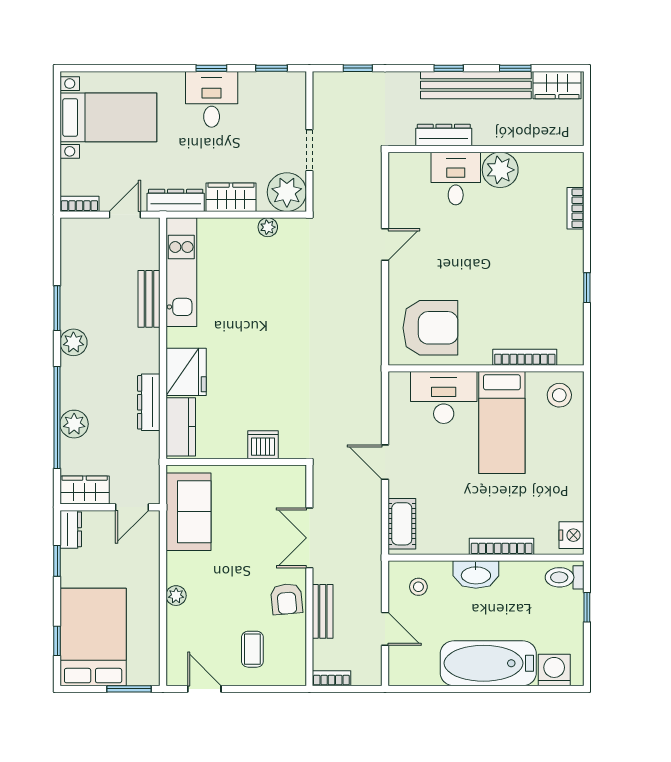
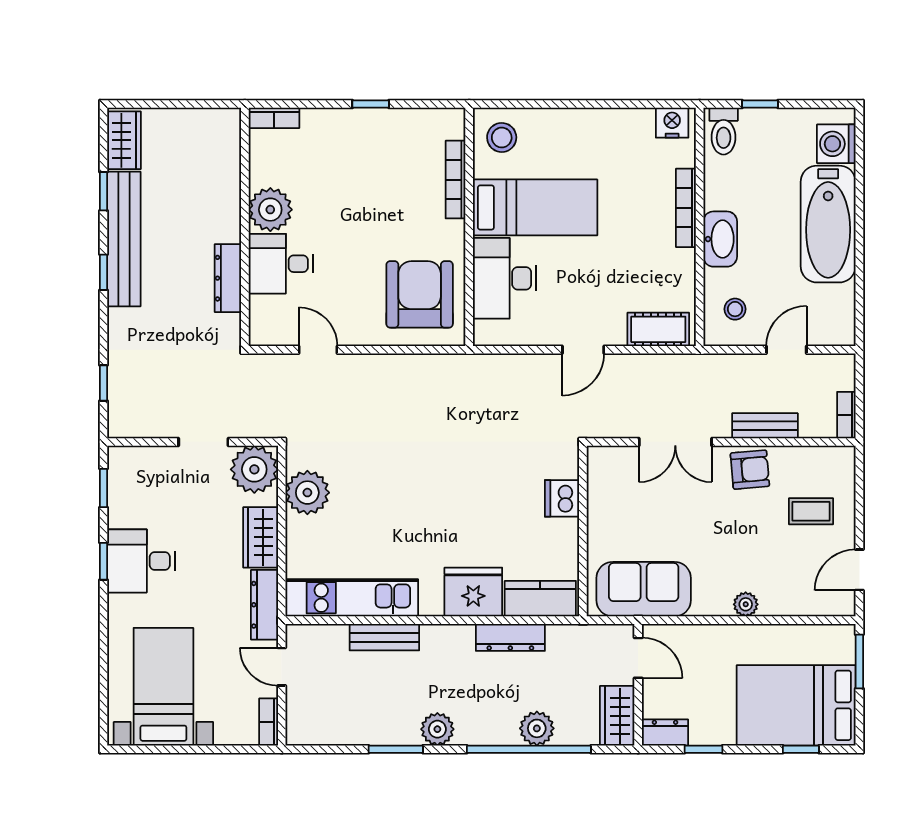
dresser: (444, 135) -> (228, 278), moved
wall: (486, 149) -> (245, 227), moved
plant: (500, 170) -> (270, 210), moved
desk: (456, 178) -> (281, 264), moved
plant: (268, 227) -> (307, 493), width x1.88, depth x1.88

